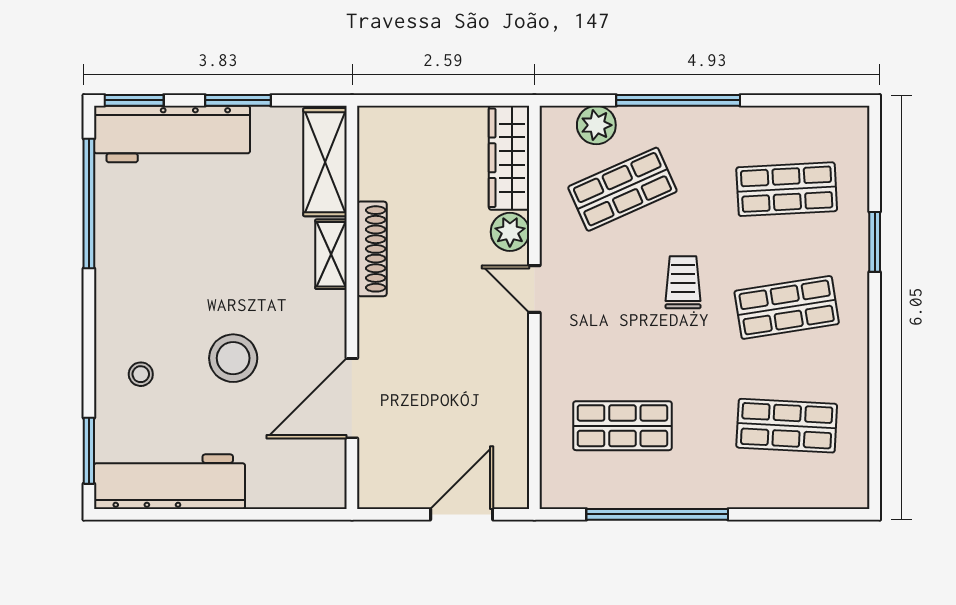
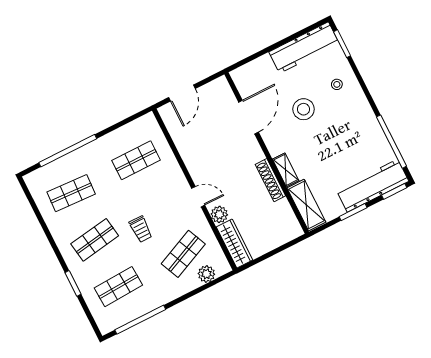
window: (678, 100) -> (140, 320), moved
window: (657, 514) -> (68, 151), moved

